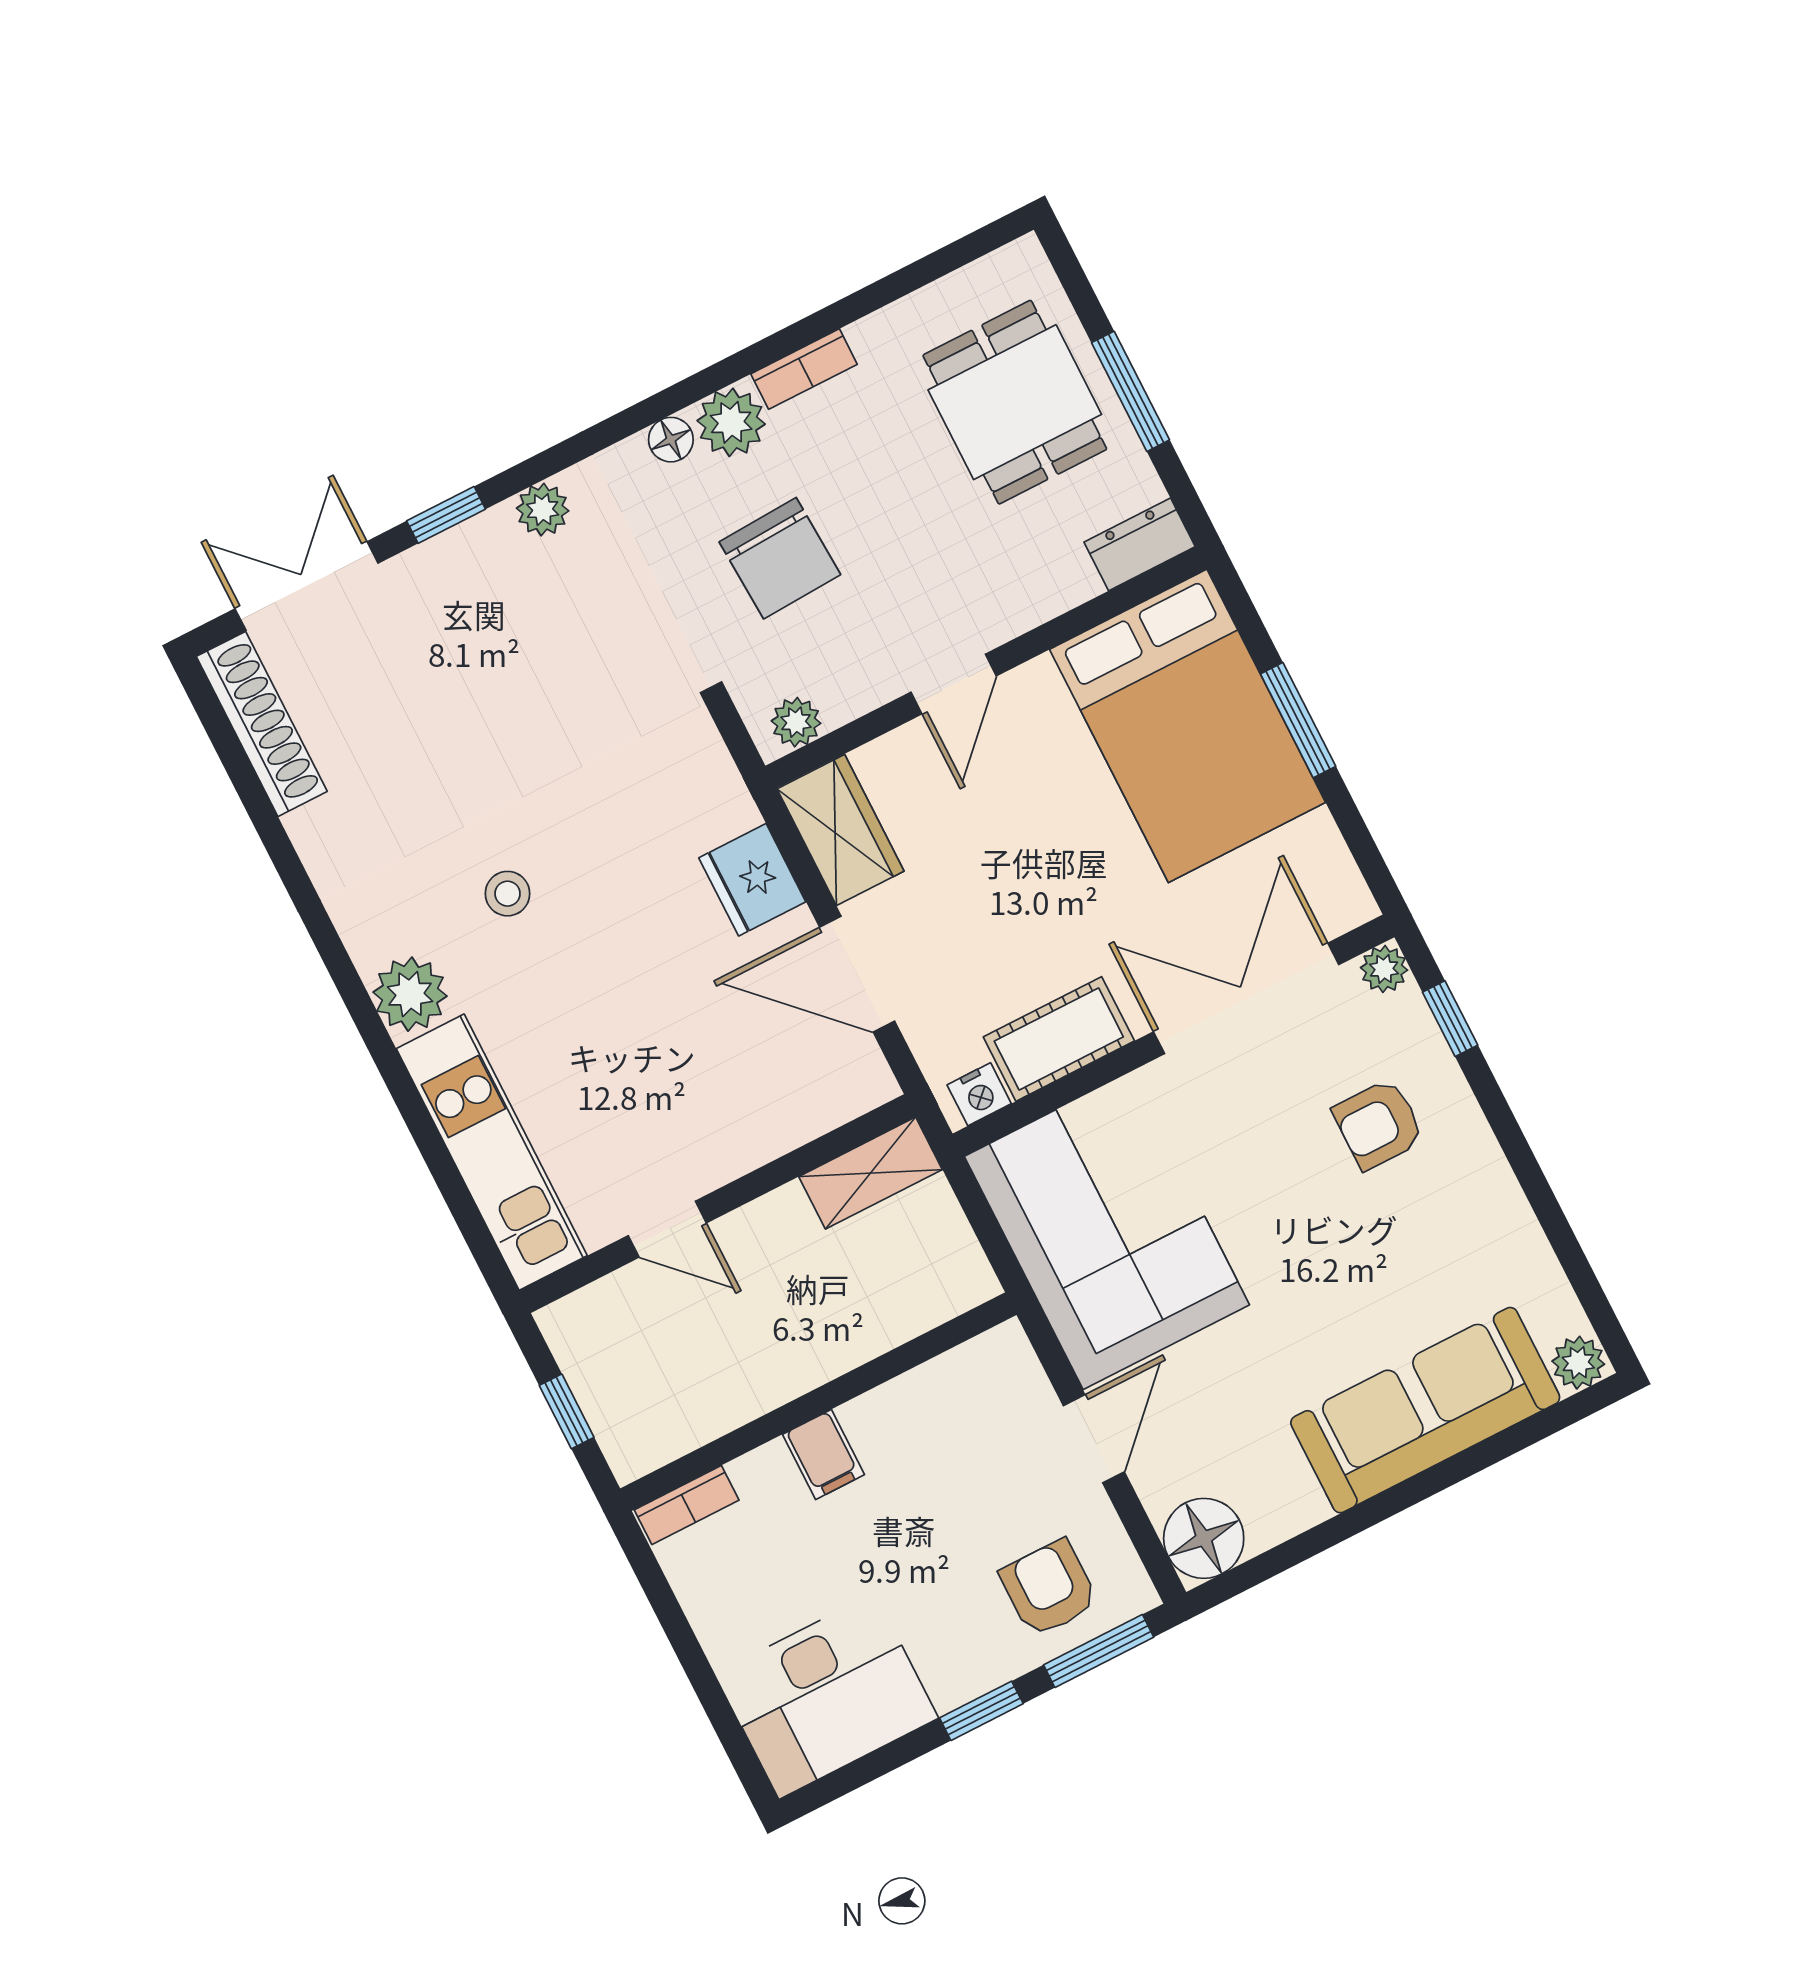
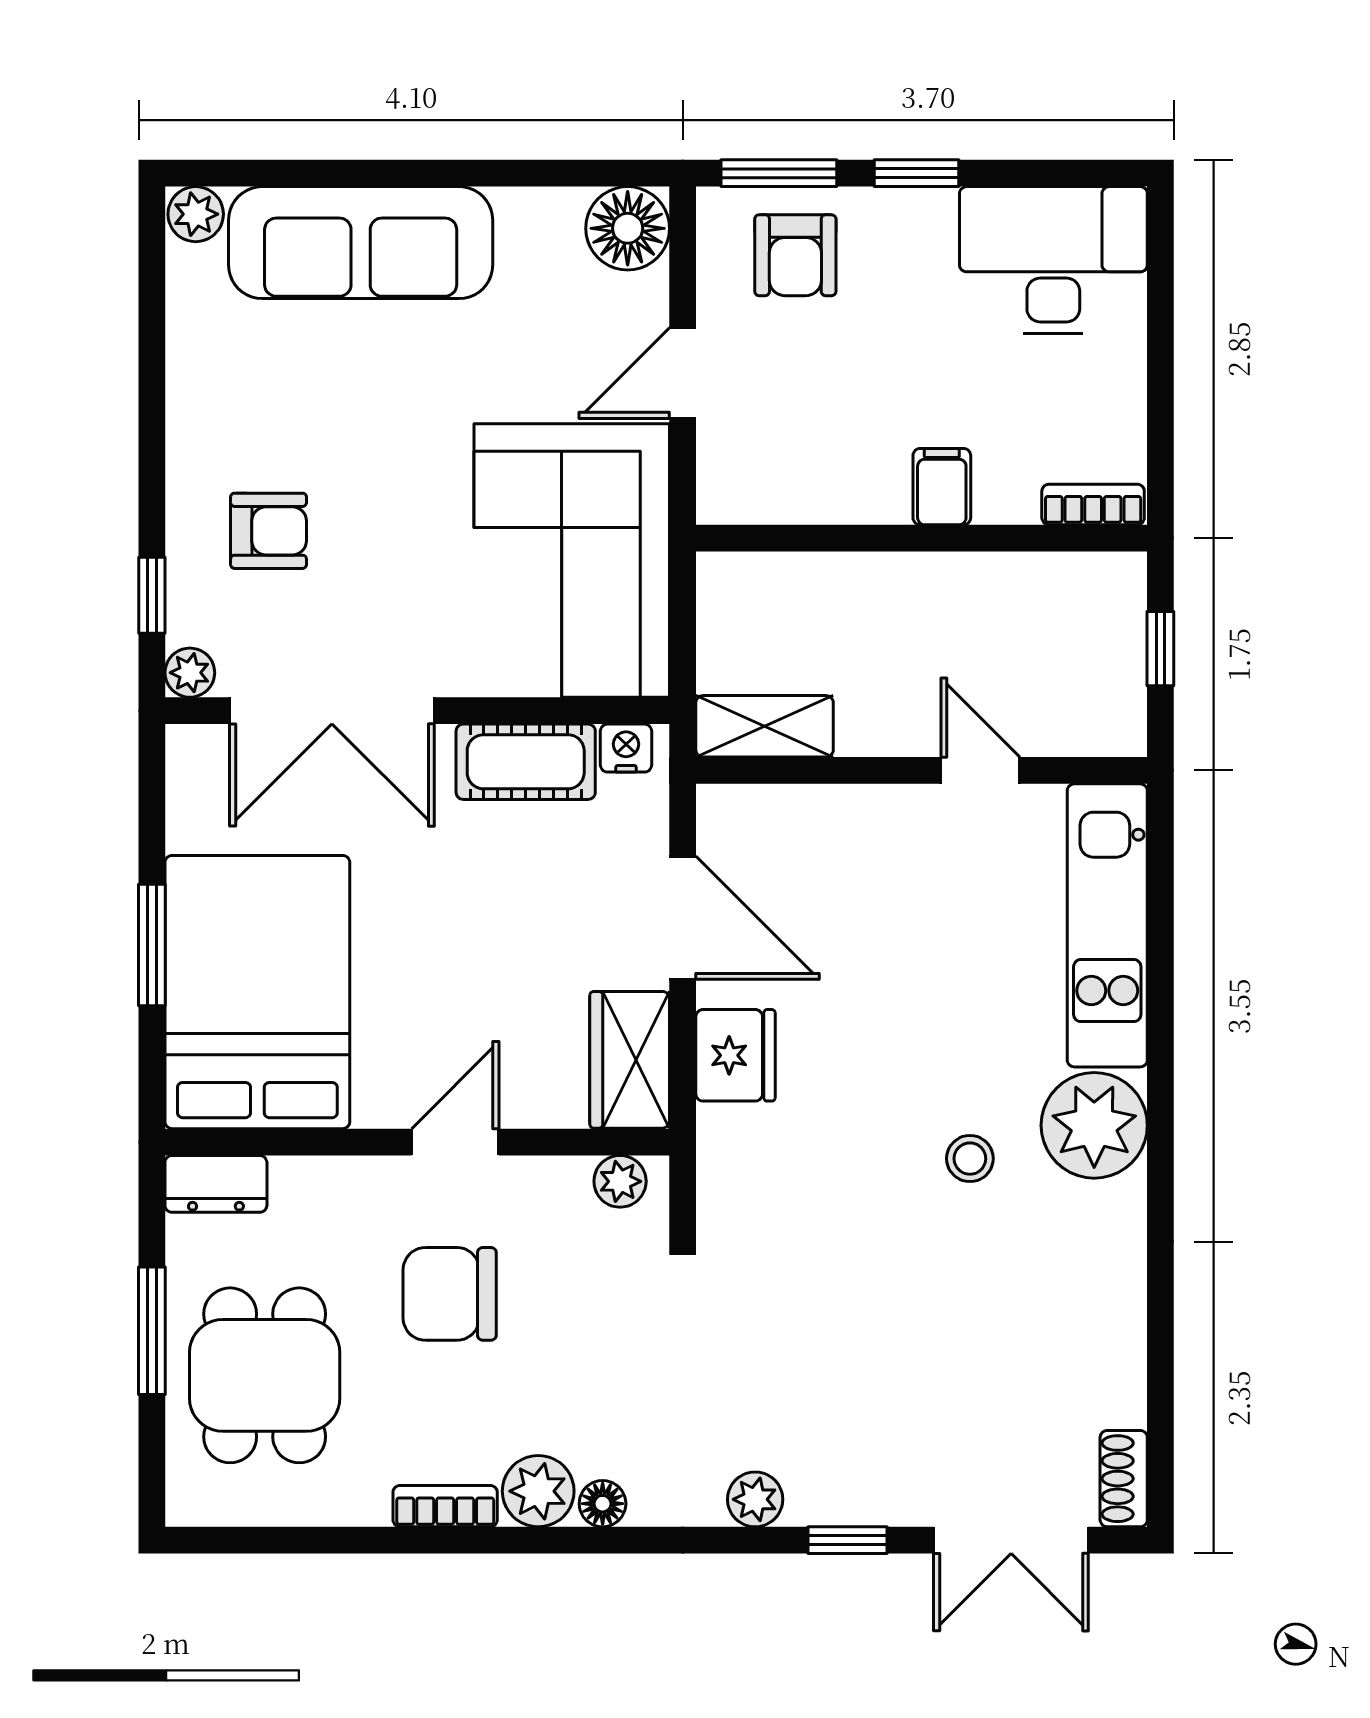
chair: (780, 558) -> (450, 1294), moved, turned -87
shoe rack: (262, 724) -> (1124, 1479), width x0.51, depth x0.81
plant: (410, 994) -> (1094, 1125), width x1.36, depth x1.36

